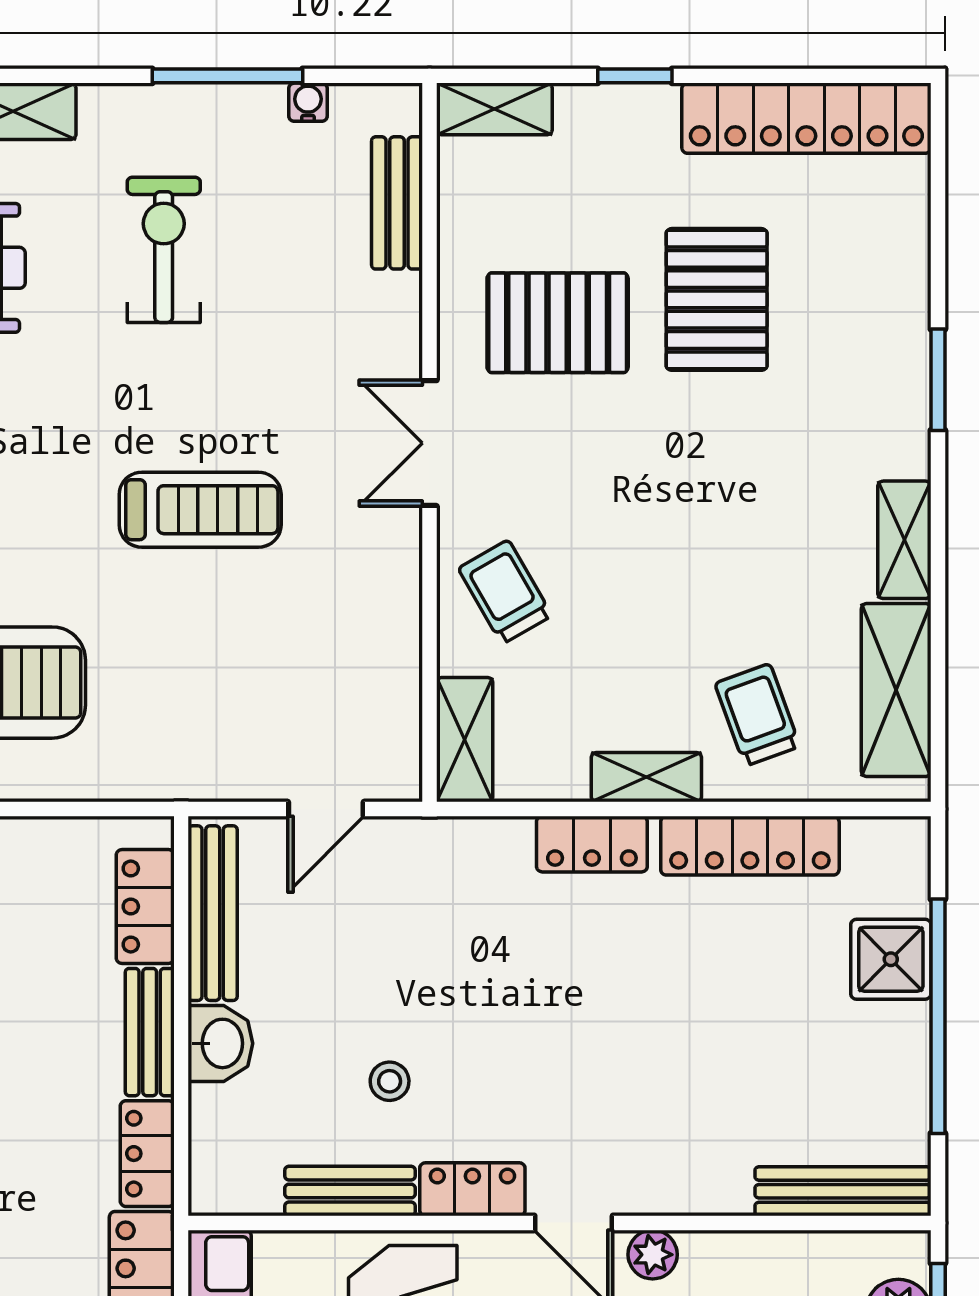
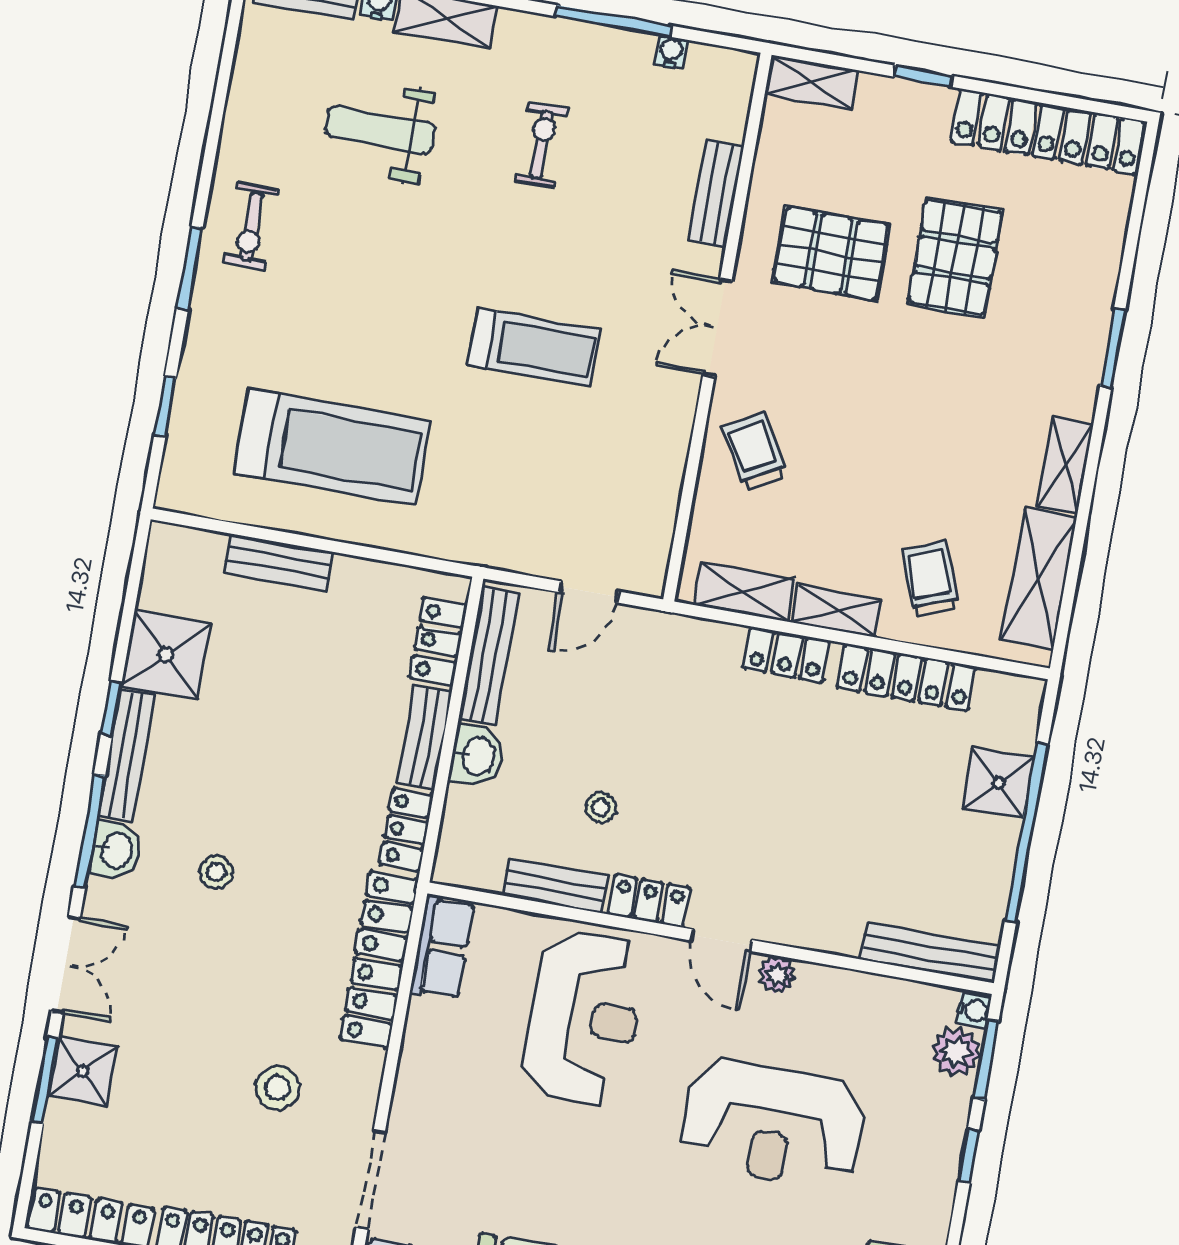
bench: (397, 203) -> (716, 193), moved
exercise bike: (164, 250) -> (541, 145), width x0.73, depth x0.72
shelving: (465, 740) -> (745, 592), moved, turned 90
water cooler: (911, 1255) -> (974, 1010), added

